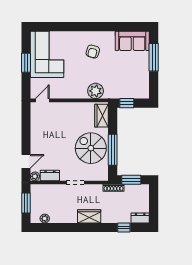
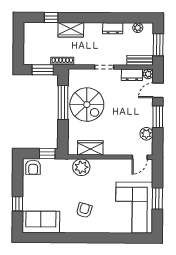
window: (154, 57) -> (17, 204), width x0.46
armchair: (140, 91) -> (33, 167), added
wardrobe: (102, 116) -> (90, 148), moved, turned -90
plant: (36, 122) -> (146, 134), added
window: (26, 137) -> (158, 117), added
bench: (42, 189) -> (140, 60), added
wardrobe: (89, 216) -> (71, 30), moved
dresser: (140, 218) -> (113, 28), moved

